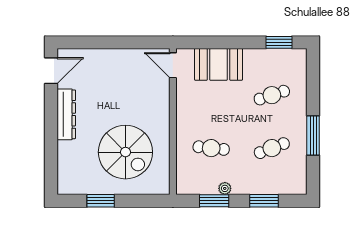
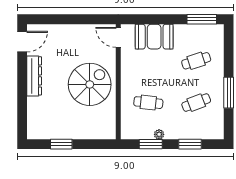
window: (279, 42) -> (202, 19), width x1.44
spiral stairs: (125, 152) -> (90, 84), moved, turned -90

